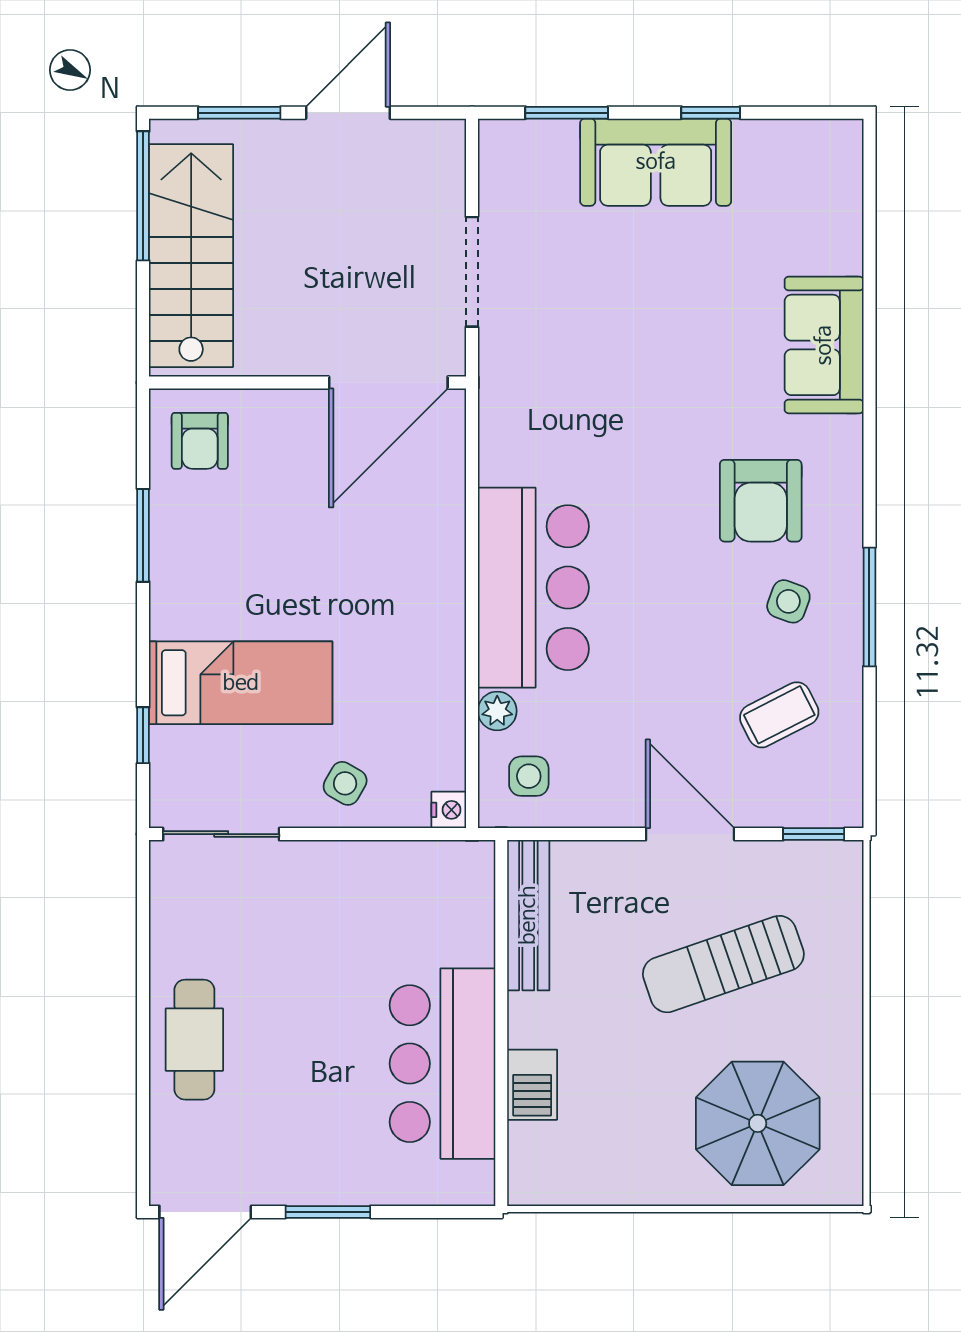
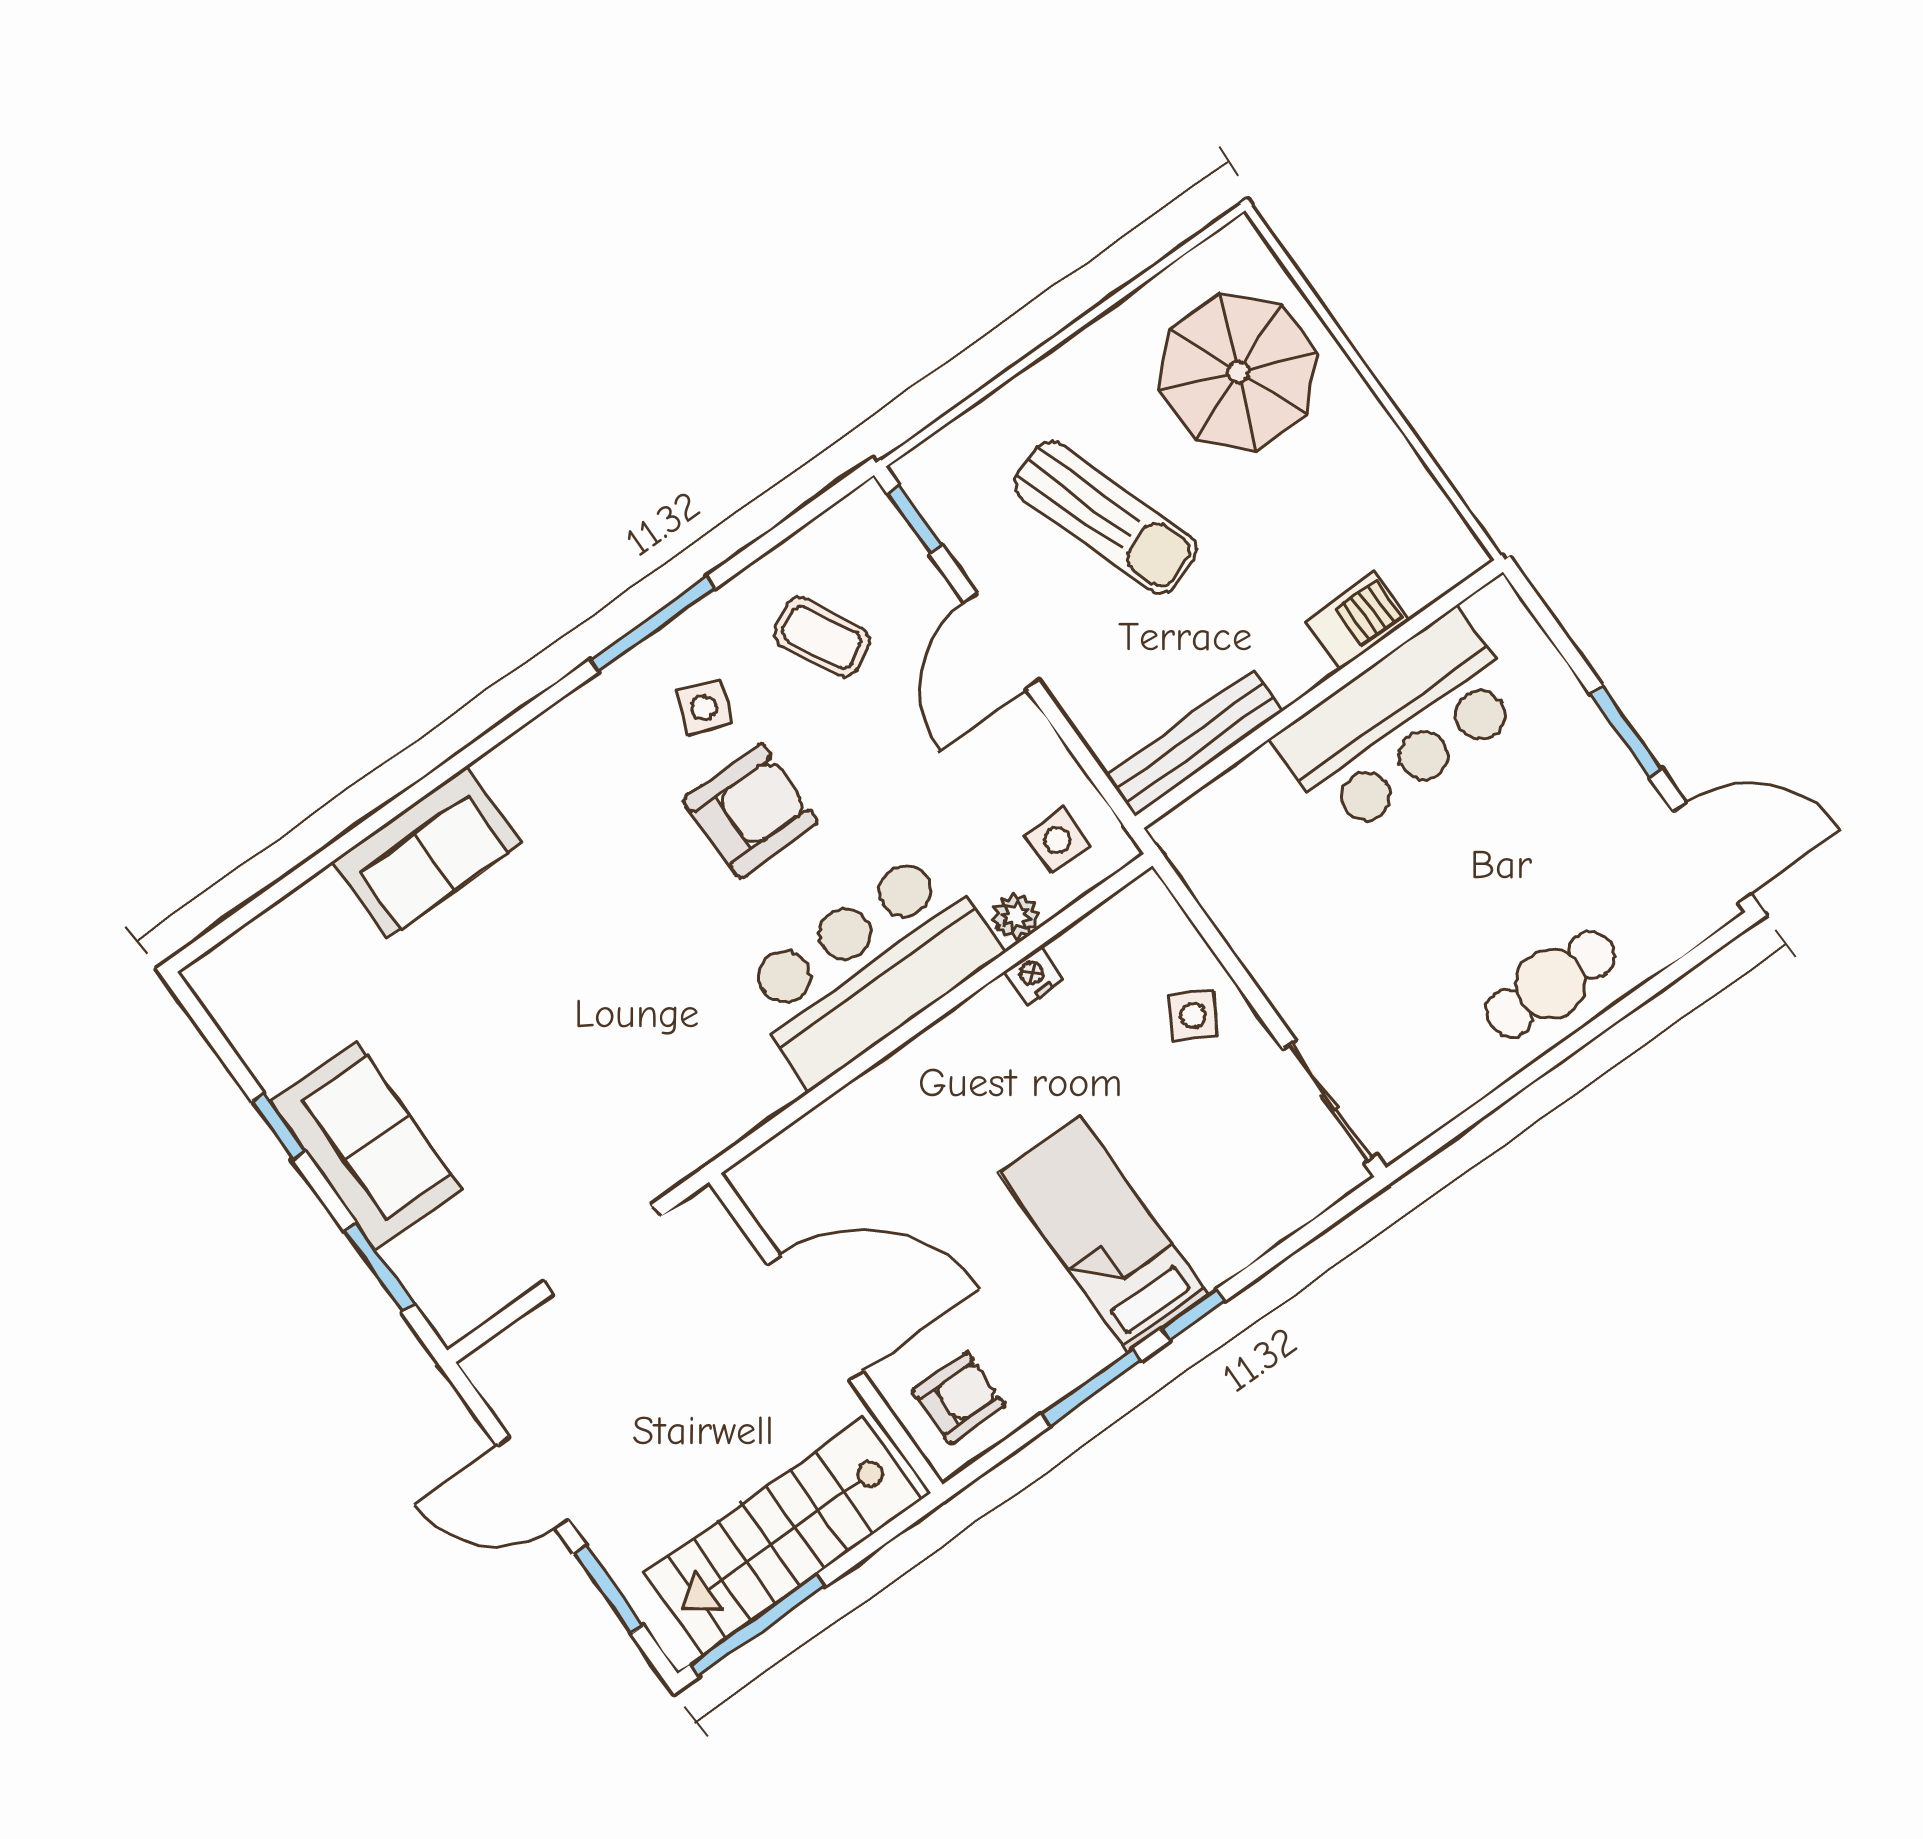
door: (388, 383) -> (815, 1318), moved
armchair: (761, 501) -> (751, 811), moved
bed: (241, 683) -> (1104, 1234), moved
window: (143, 735) -> (1193, 1315), moved
nightstand: (449, 810) -> (1033, 976), moved

